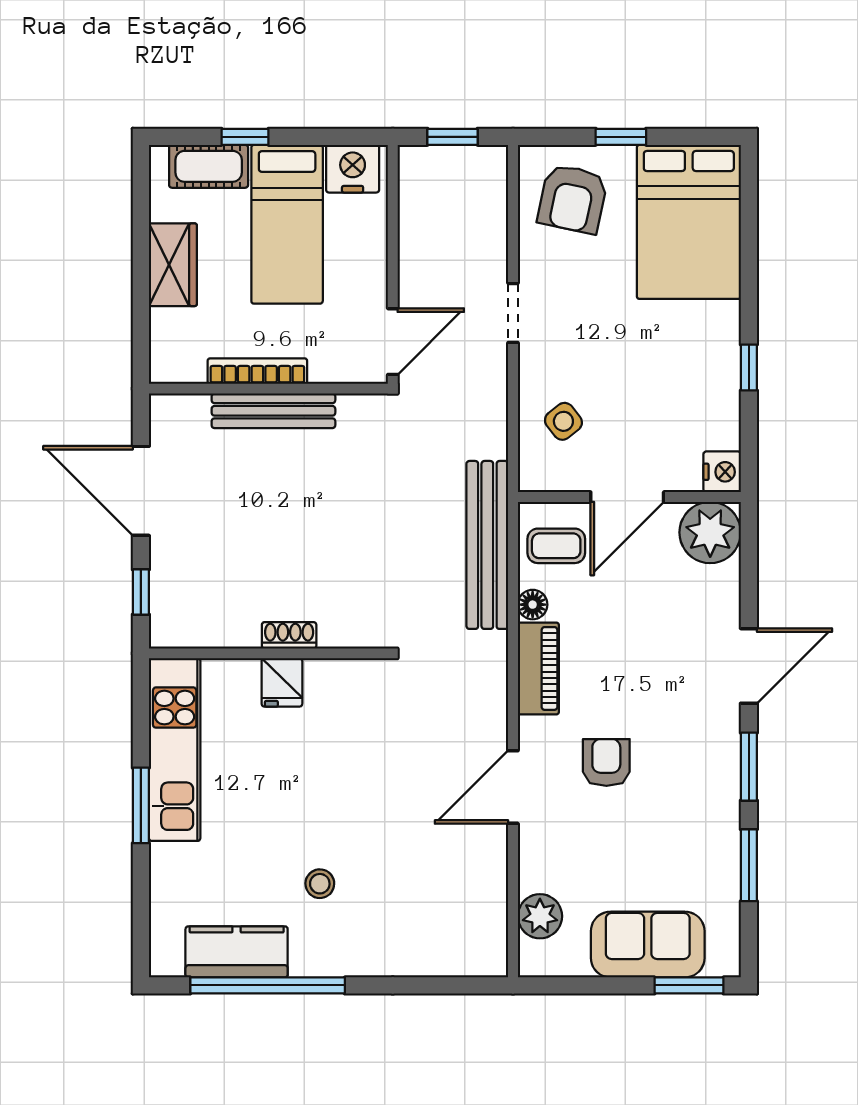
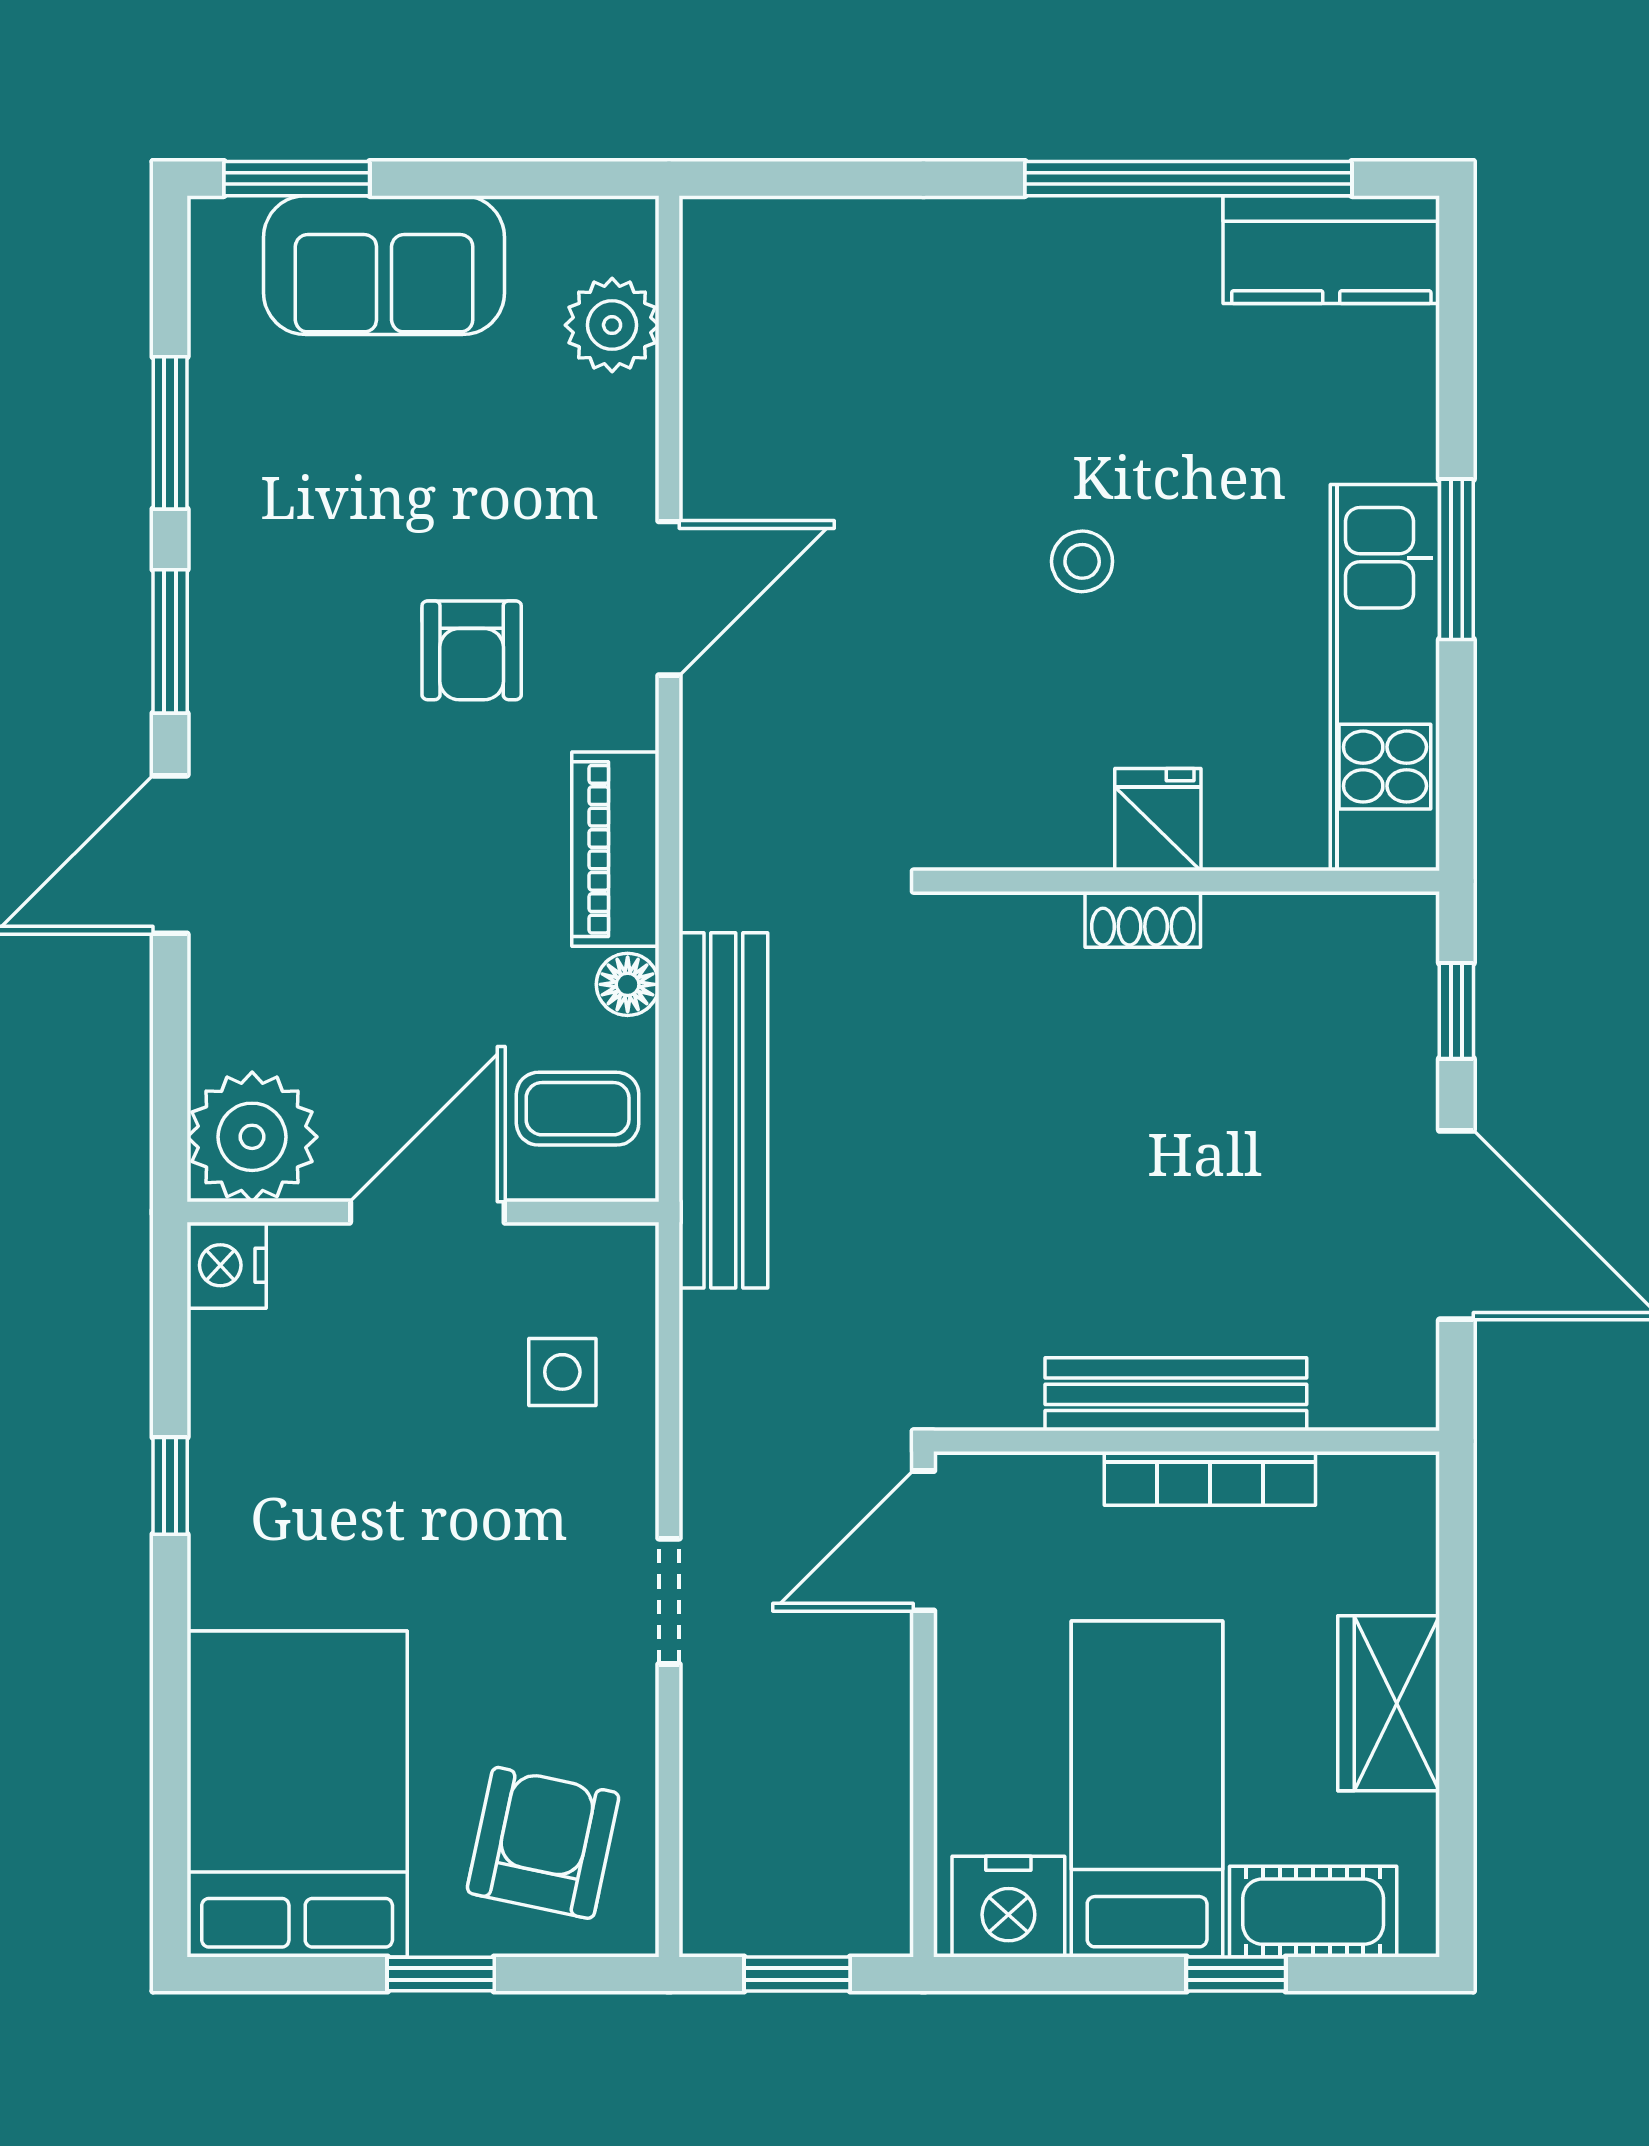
side table: (563, 421) -> (562, 1372), turned 38
stool: (320, 884) -> (1082, 561), moved
kitchen counter: (237, 952) -> (1331, 250), moved

